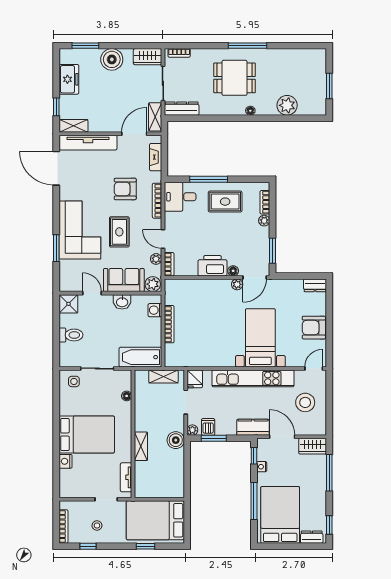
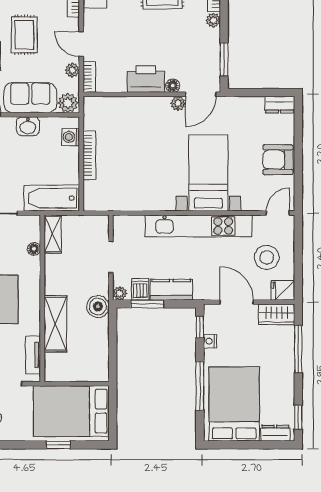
shelving: (163, 376) -> (53, 234), moved, turned 90
fridge: (195, 379) -> (283, 290), moved, turned 90
kitchen counter: (253, 427) -> (171, 290), moved
shelving: (141, 446) -> (55, 324), width x1.50, depth x1.33

